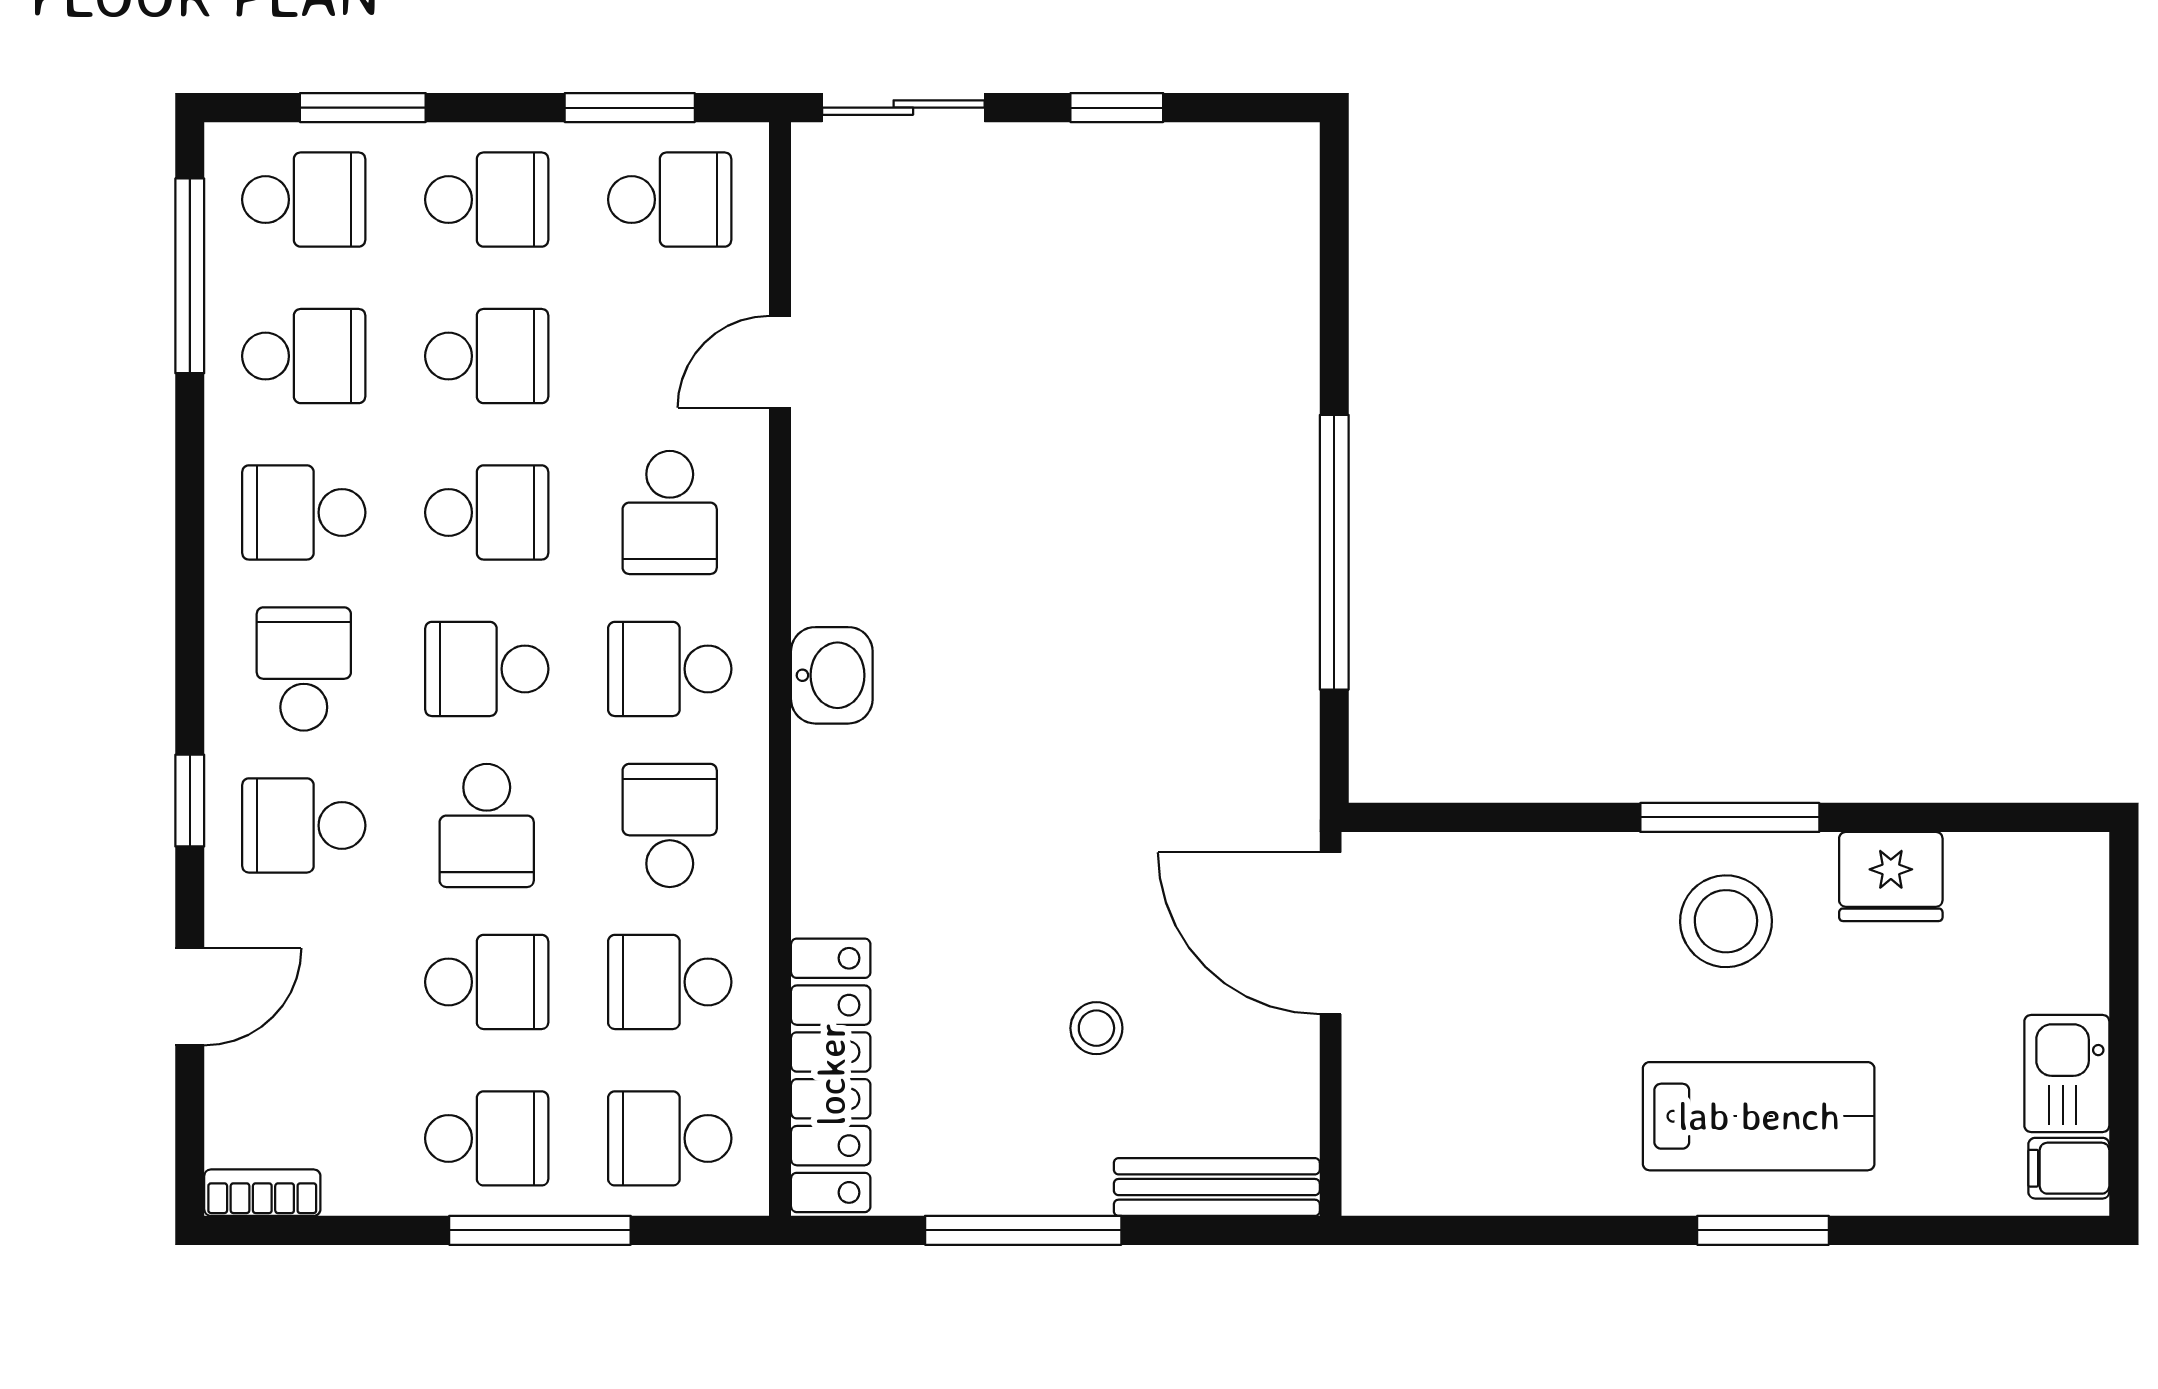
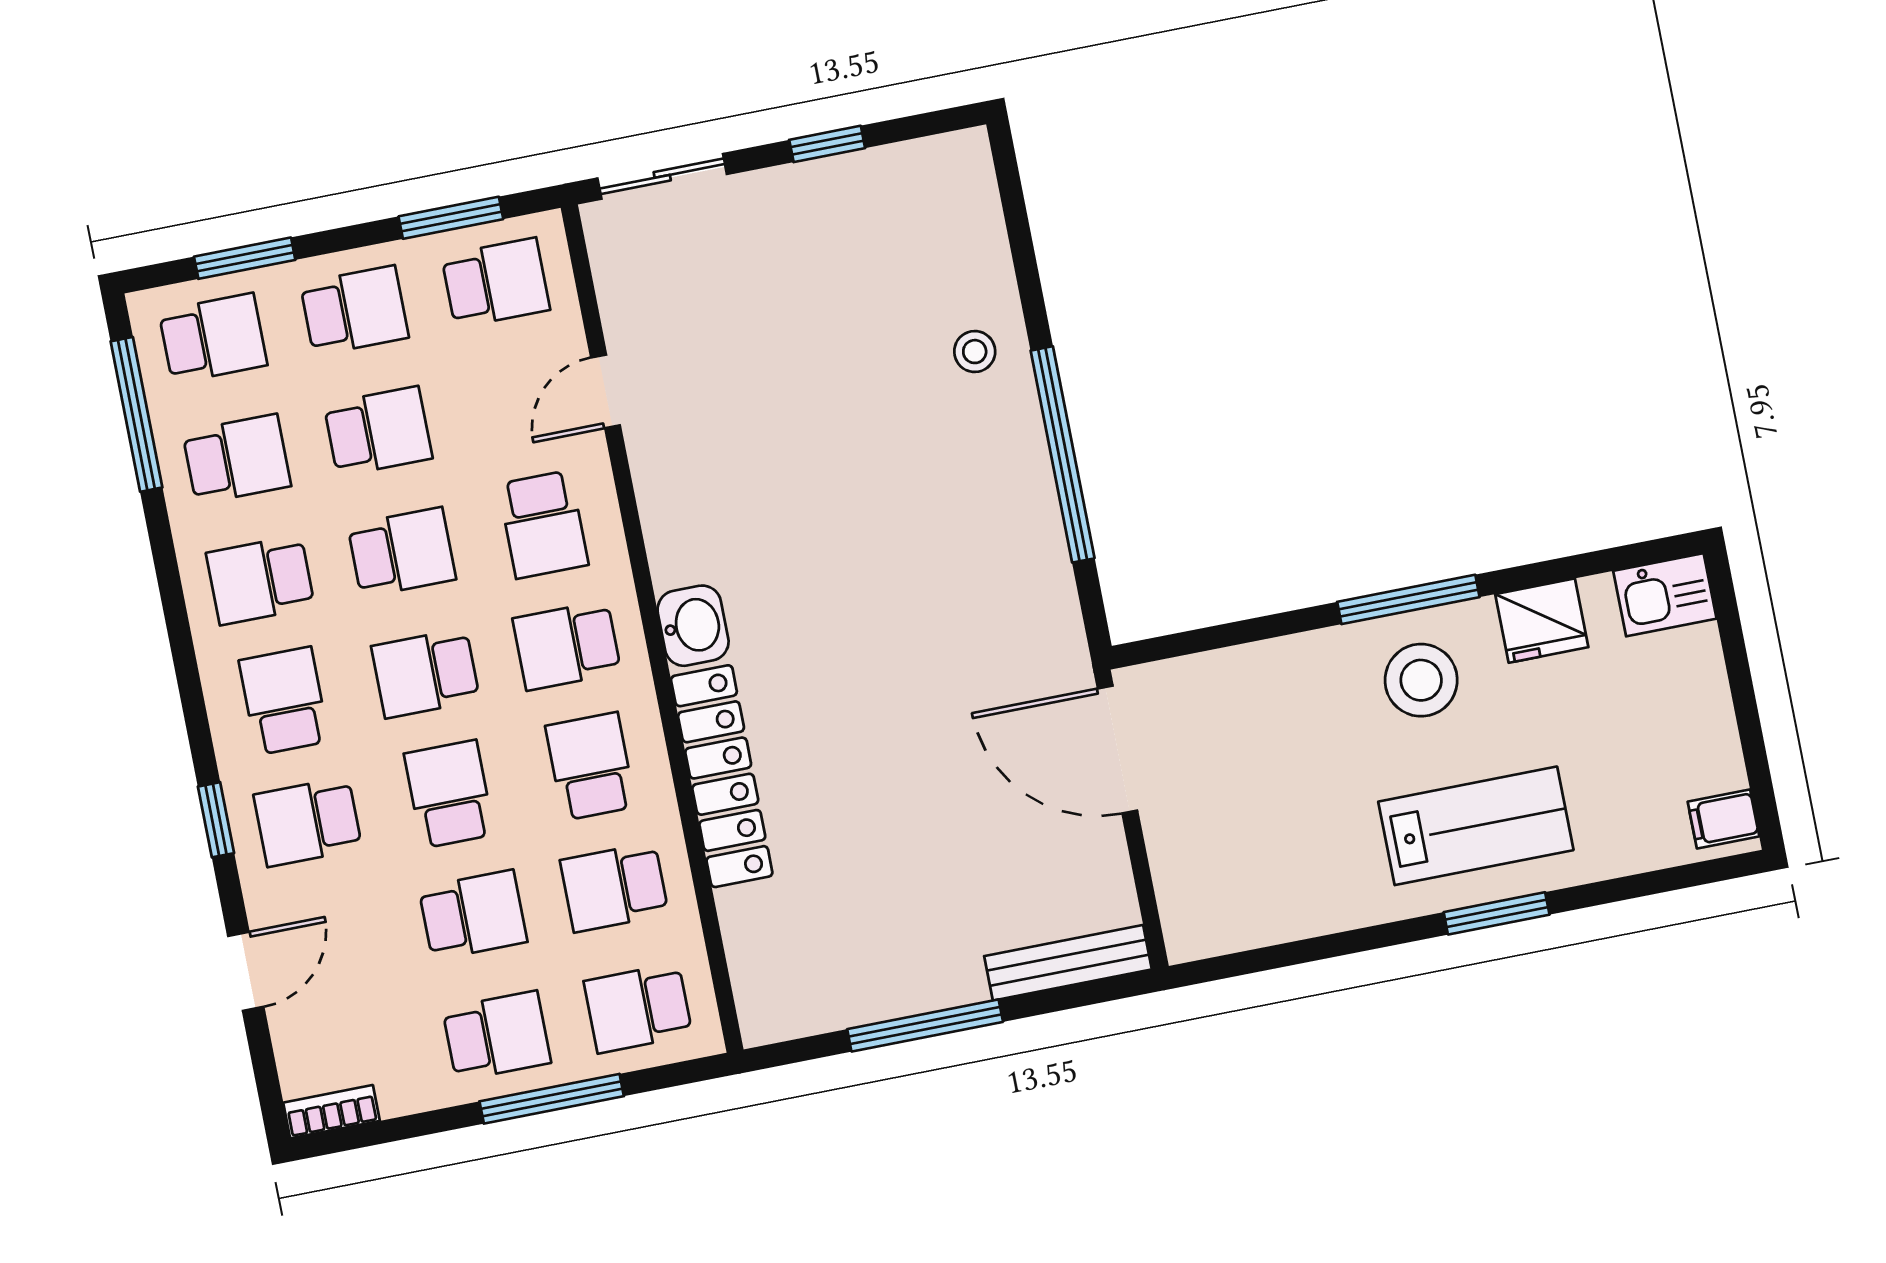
school desk: (487, 825) -> (449, 794), turned 180
stool: (1096, 1028) -> (975, 352), moved
kitchen sink: (2067, 1073) -> (1665, 595), moved, turned -90
locker: (831, 1075) -> (722, 776), moved

